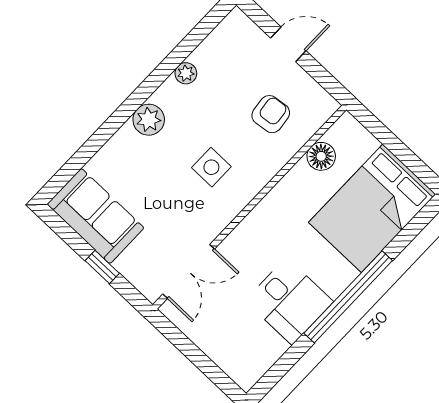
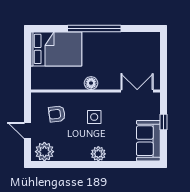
plant: (186, 73) -> (44, 152), moved, width x1.87, depth x1.87
floor lamp: (321, 156) -> (91, 83), moved
desk: (289, 301) -> (115, 47), removed

